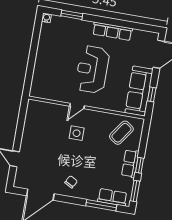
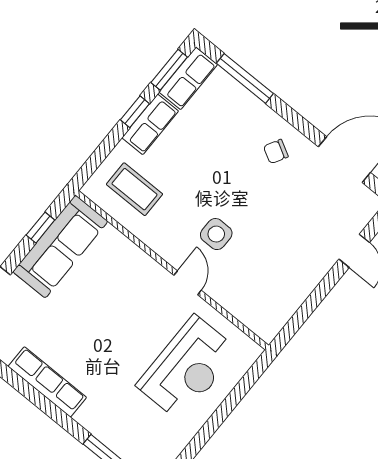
reception desk: (92, 69) -> (187, 368), moved
door: (77, 106) -> (188, 283), hinge flipped
coffee table: (121, 133) -> (135, 189), turned 55
row of seats: (112, 197) -> (188, 78), moved, turned -90

